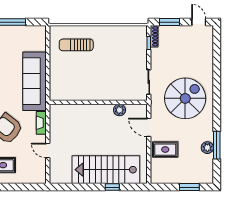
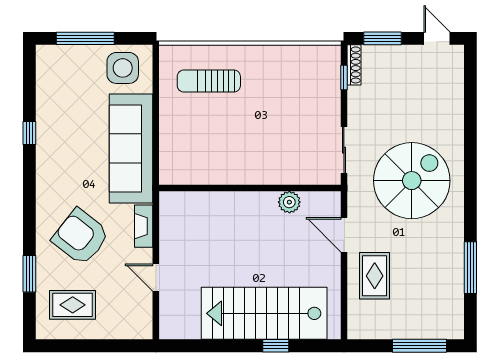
side table: (30, 38) -> (123, 68), added
plant: (207, 148) -> (453, 272), removed
rug: (165, 150) -> (375, 276), turned 90
window: (189, 187) -> (419, 346), width x1.44

